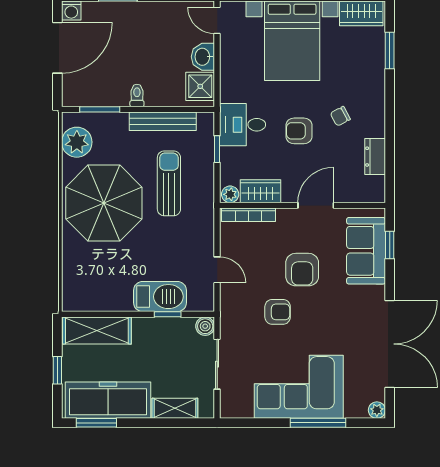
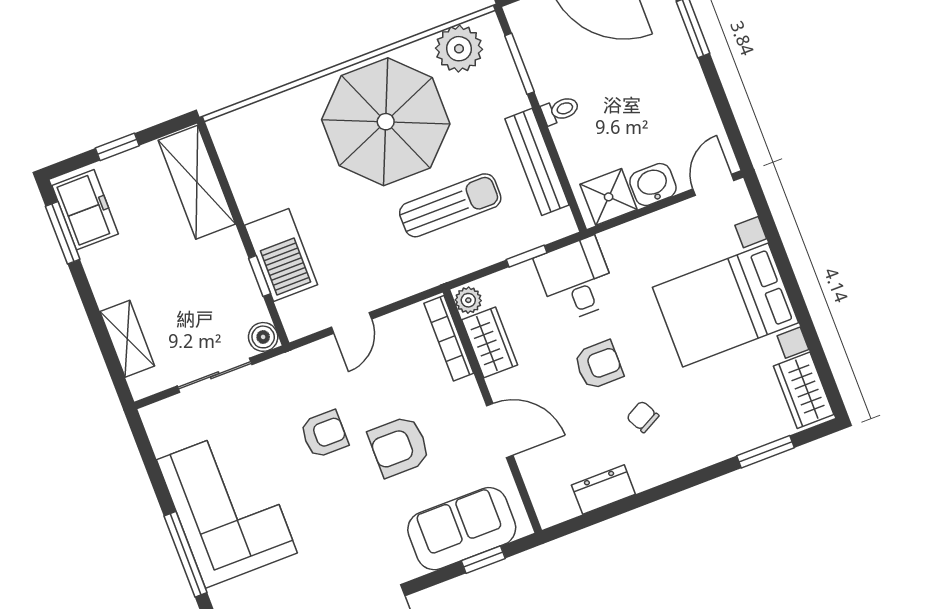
armchair: (299, 131) -> (599, 365), turned 90
armchair: (278, 312) -> (324, 434), turned -90
freezer: (108, 400) -> (85, 210), width x0.52, depth x0.79

